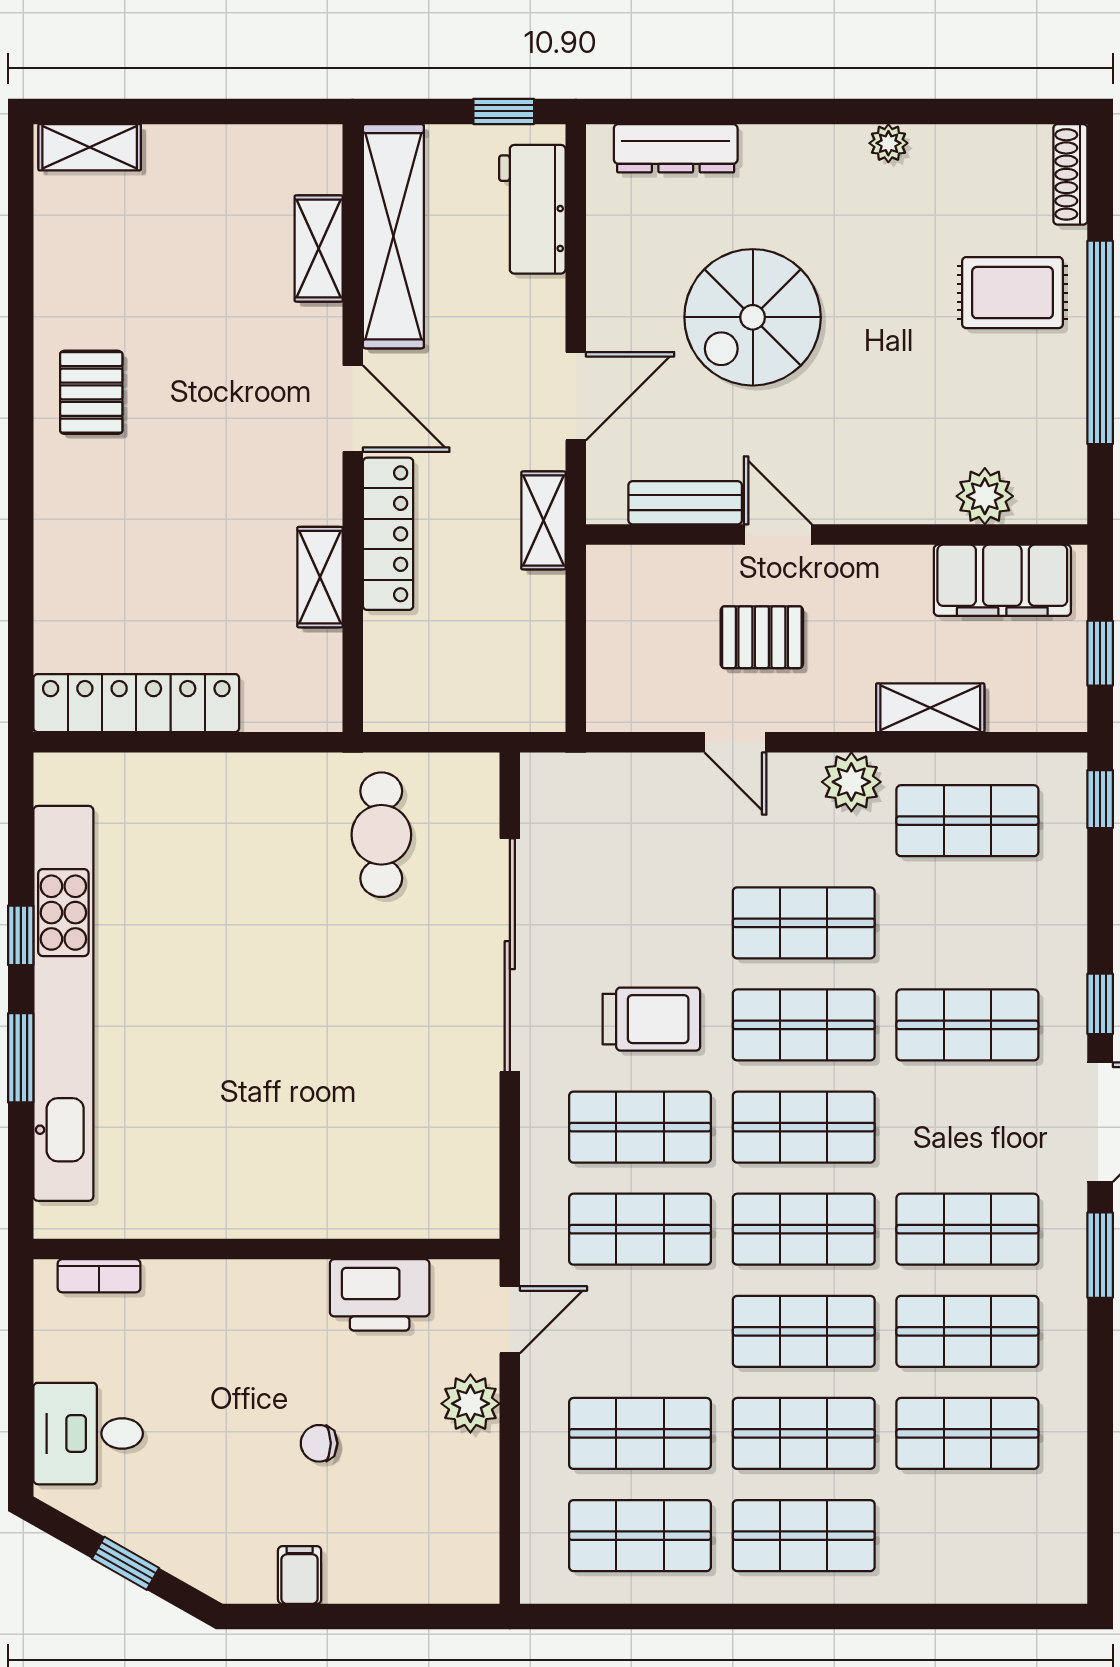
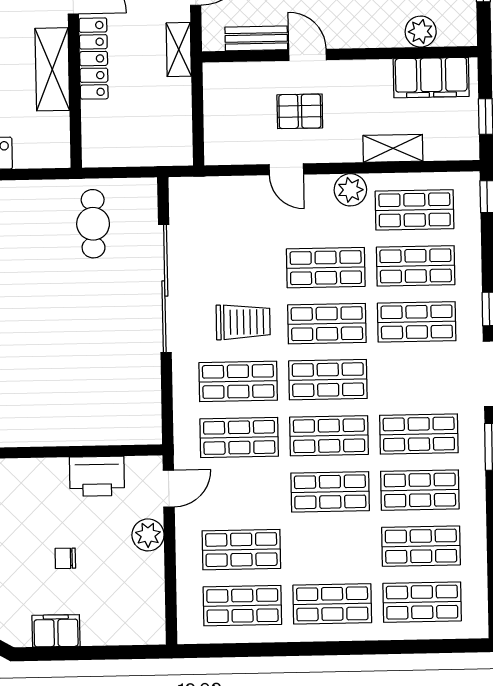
shelving: (320, 577) -> (52, 69), width x1.50, depth x1.33
shop shelf: (967, 923) -> (416, 266), added
shop shelf: (804, 1433) -> (422, 602), moved
filing cabinet: (300, 1575) -> (56, 631), width x2.00

